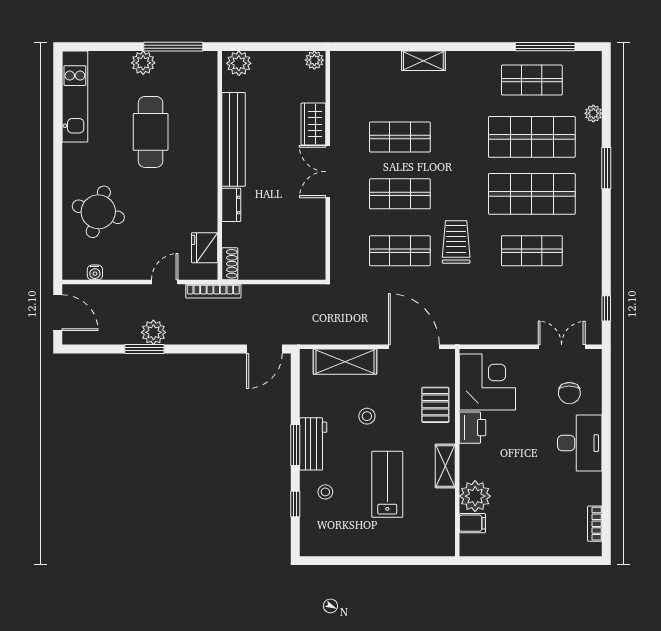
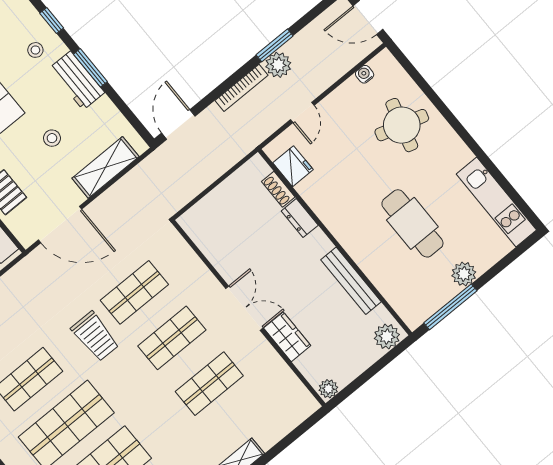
bench: (234, 139) -> (351, 281), width x0.73, depth x0.82
shoe rack: (230, 264) -> (278, 189), moved
bookcase: (213, 291) -> (241, 88), moved, turned 180

